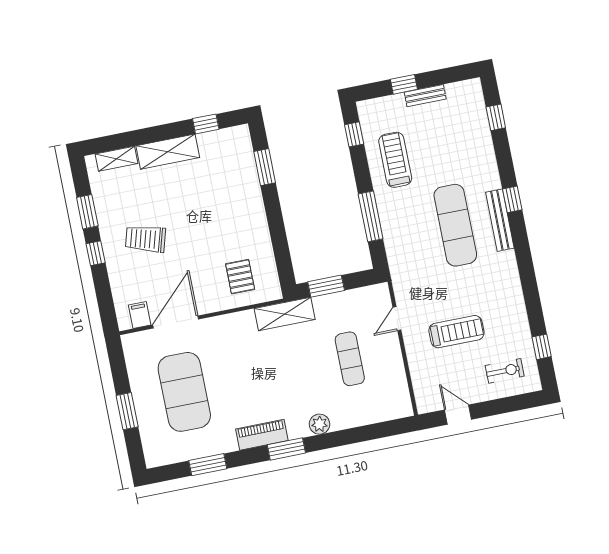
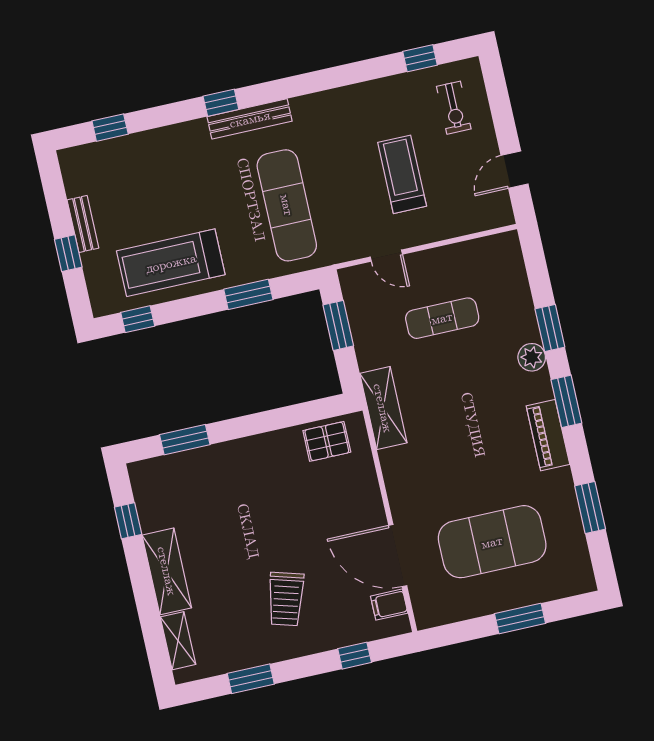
treadmill: (395, 160) -> (171, 263), width x1.37, depth x1.38
window: (371, 216) -> (248, 294), width x0.69
exercise mat: (455, 225) -> (287, 205), moved, turned 90
window: (96, 253) -> (355, 656), moved
pallet: (240, 277) -> (327, 441), moved
window: (326, 286) -> (338, 325), moved
exercise bike: (505, 371) -> (454, 108), turned 180
window: (341, 438) -> (550, 328), added

